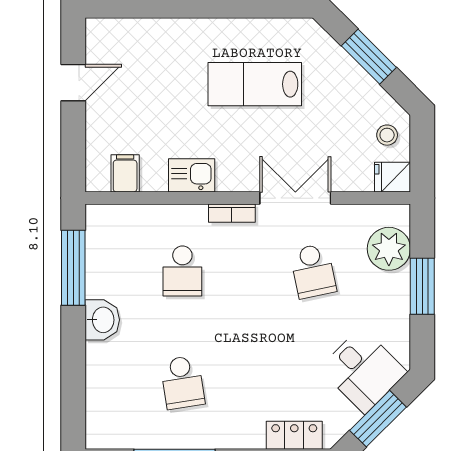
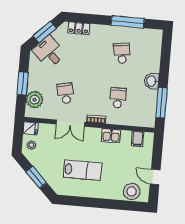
stool: (129, 42) -> (132, 191), added
door: (73, 83) -> (155, 177), hinge flipped

